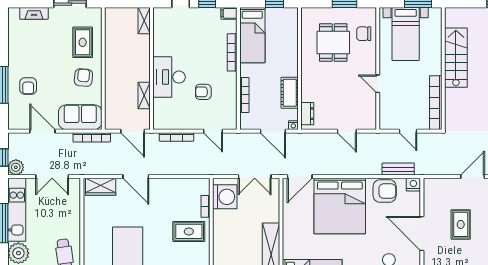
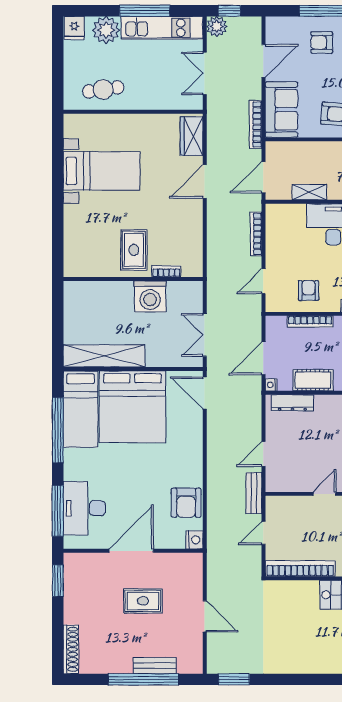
armchair: (203, 92) -> (309, 290), moved
dresser: (307, 114) -> (292, 403), width x1.44
bench: (398, 169) -> (254, 493), moved
washing machine: (225, 197) -> (150, 296), moved
bed: (340, 206) -> (132, 407), moved, turned -90

